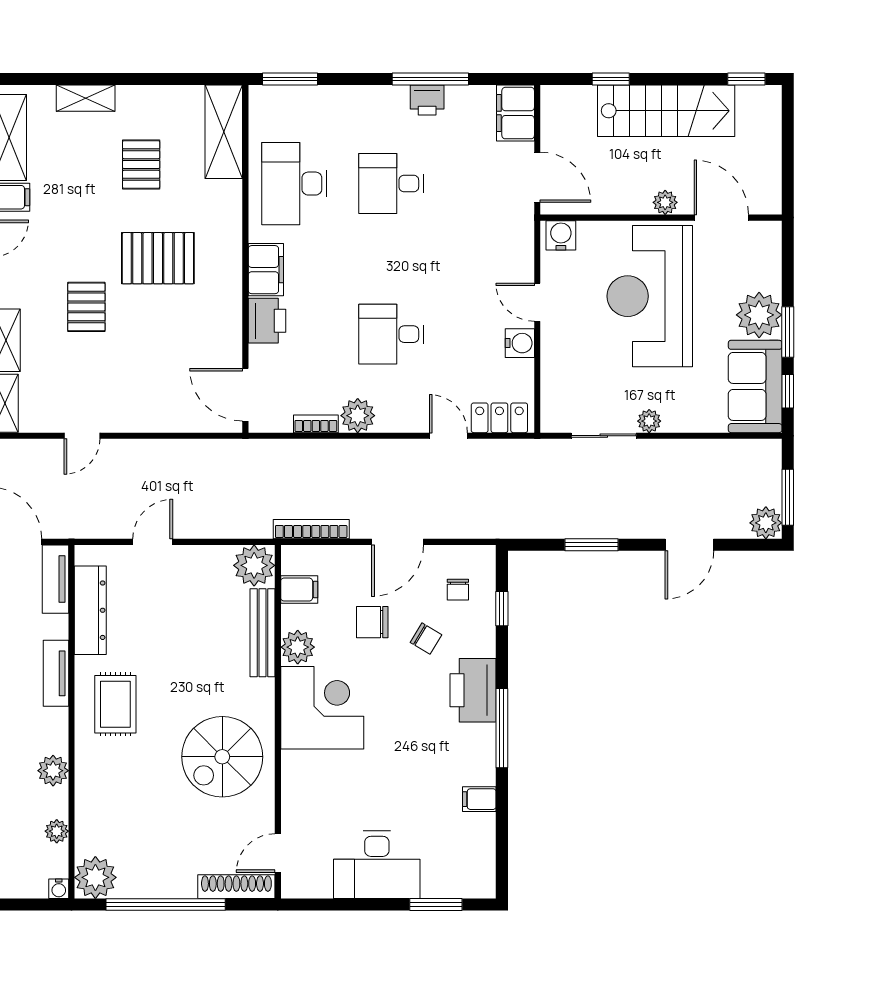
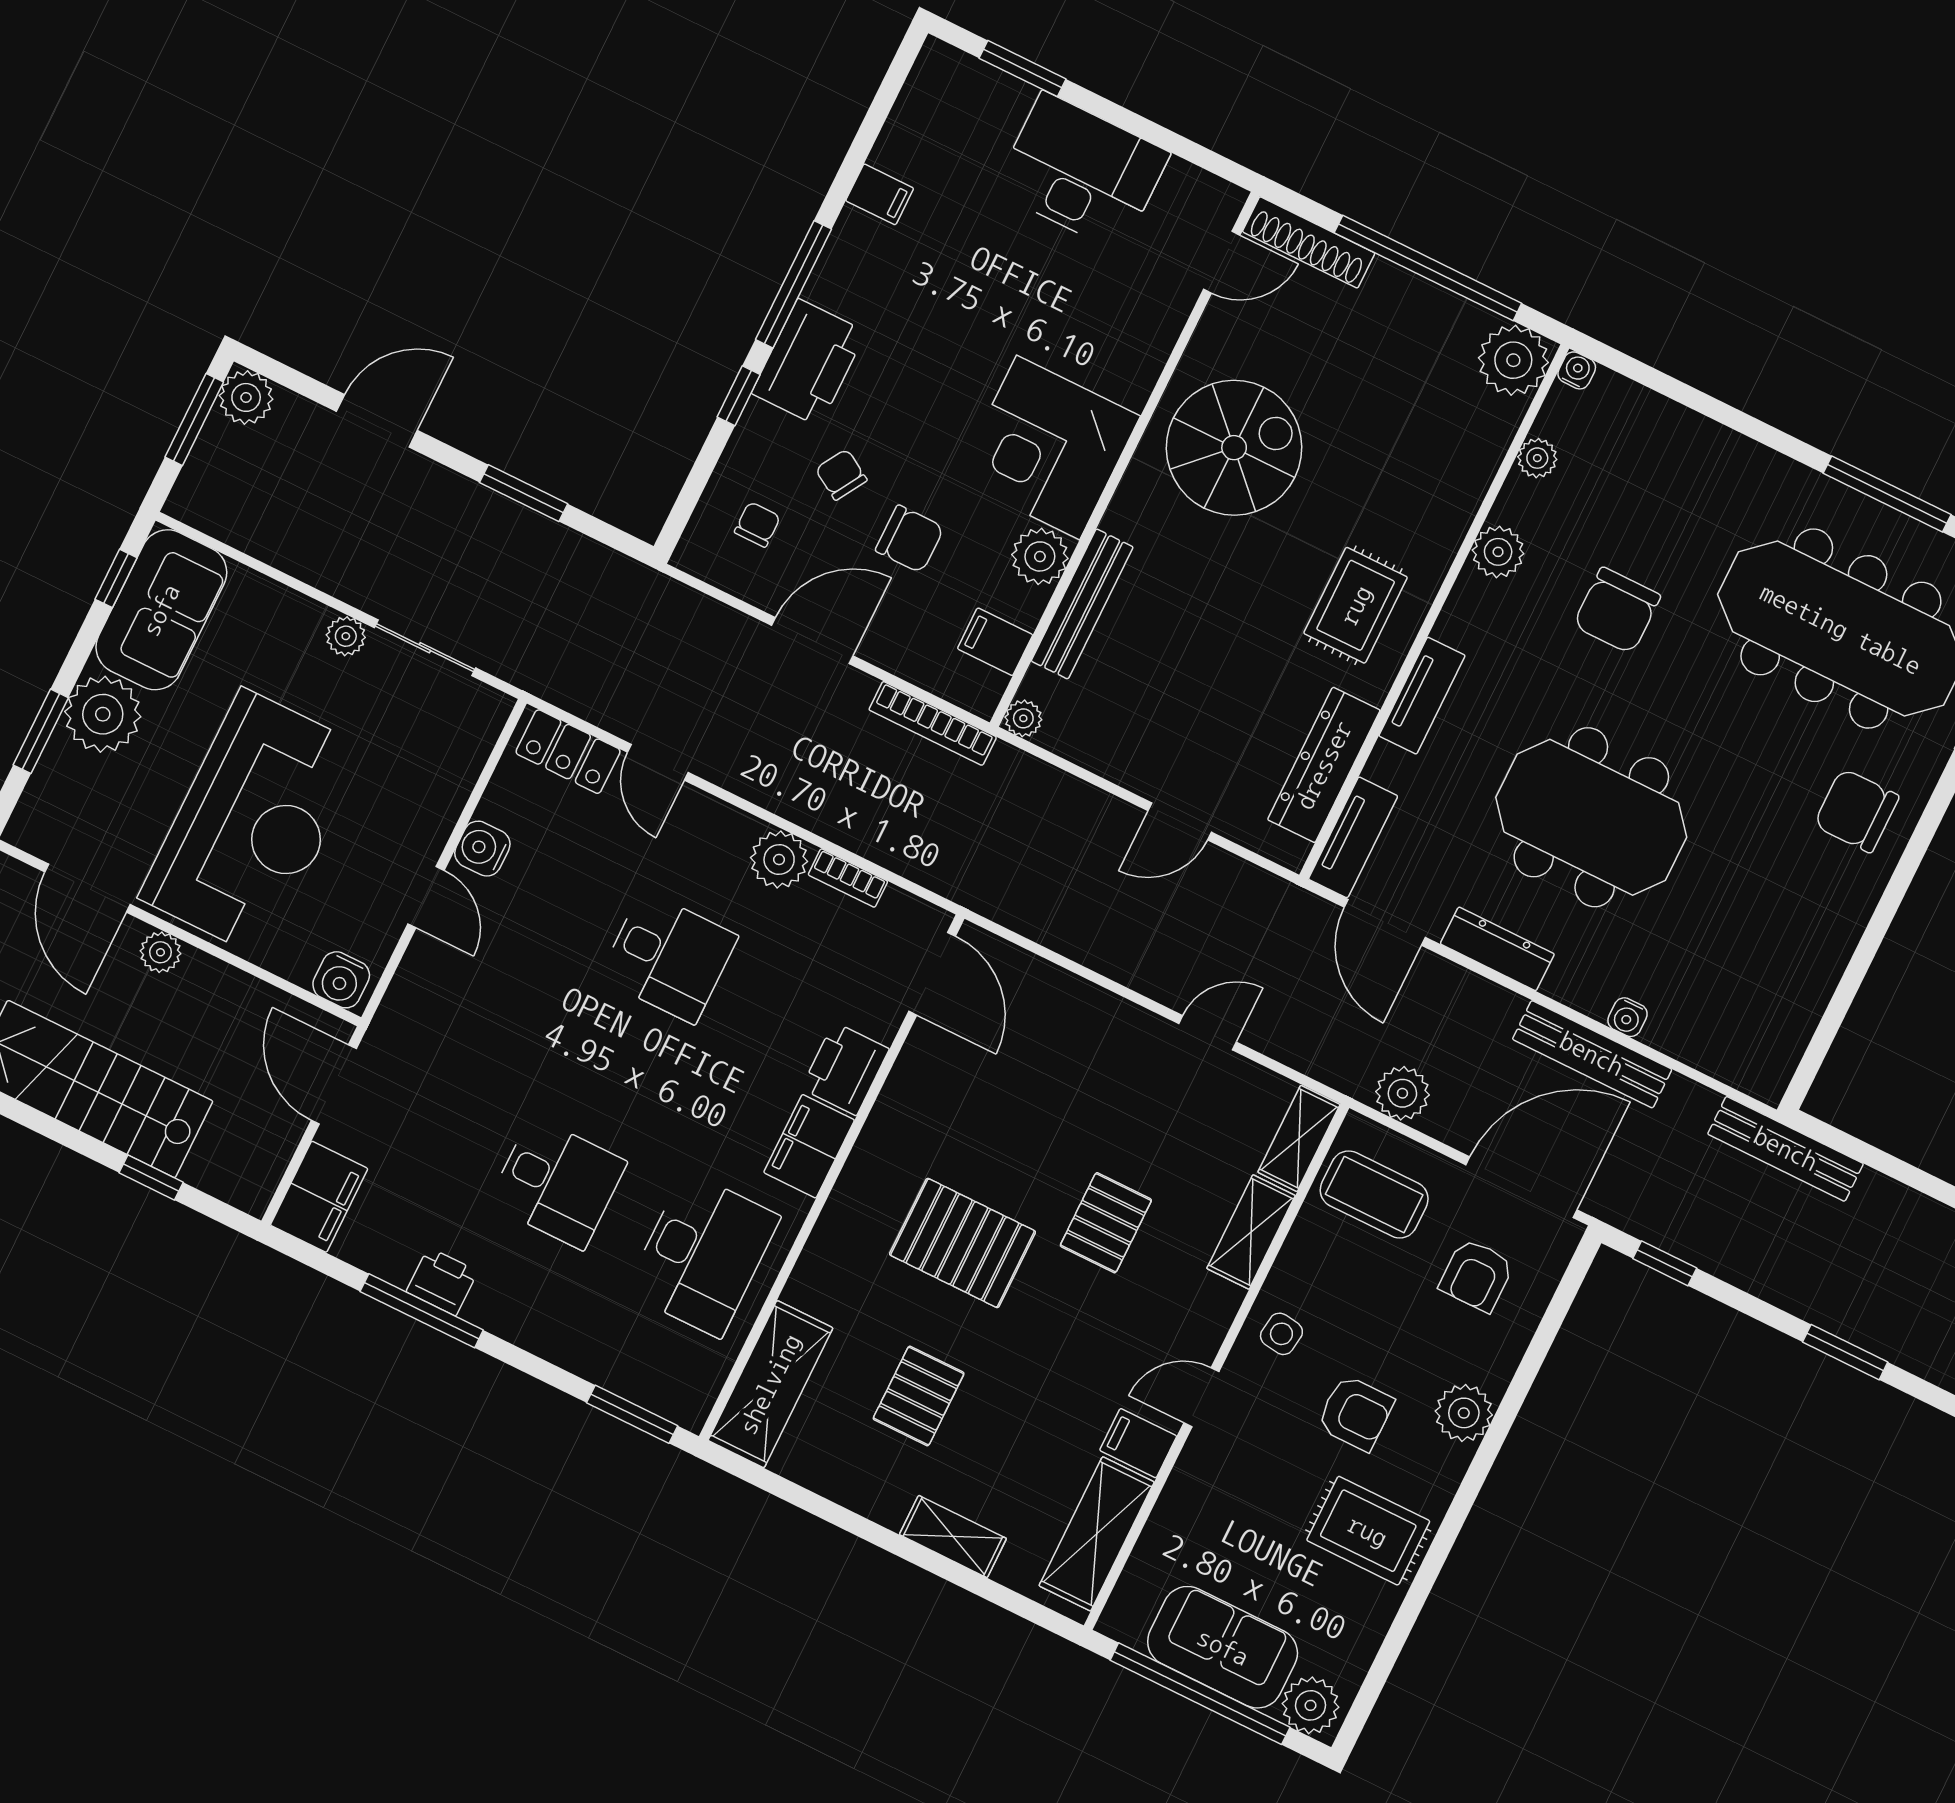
window: (788, 332) -> (41, 731), moved
plant: (254, 565) -> (1023, 718), width x0.53, depth x0.53
window: (502, 609) -> (739, 396), moved

